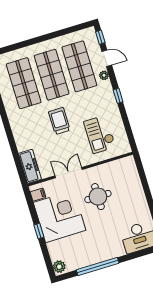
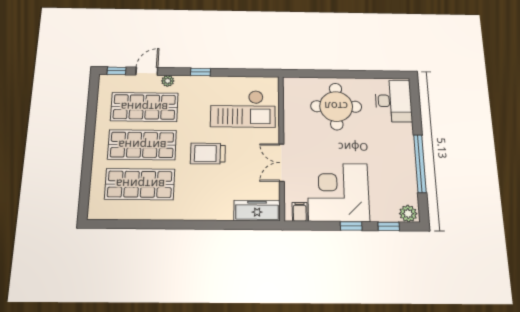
checkout: (100, 134) -> (243, 109), width x1.36, depth x1.21
round table: (98, 197) -> (336, 106), moved, width x1.36, depth x1.36
window: (46, 256) -> (389, 226), added

